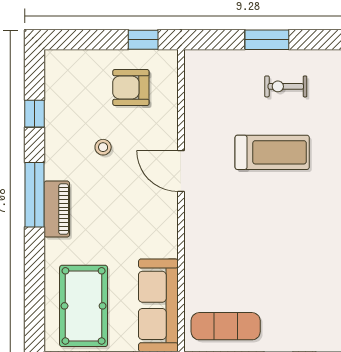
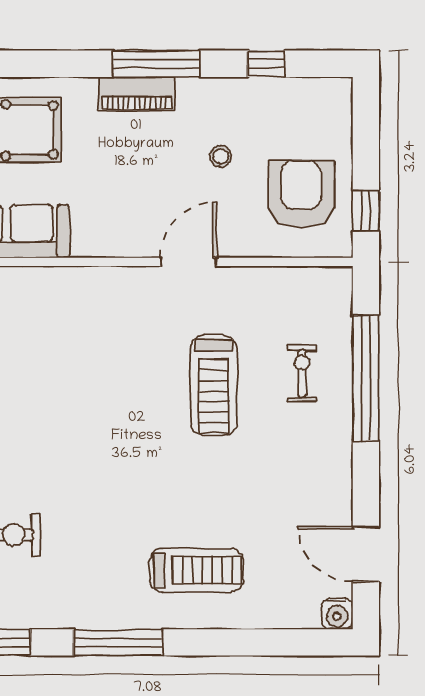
window: (267, 40) -> (366, 378), width x2.11
exercise bike: (286, 86) -> (302, 373), moved
armchair: (131, 87) -> (301, 194), width x1.36, depth x1.36

